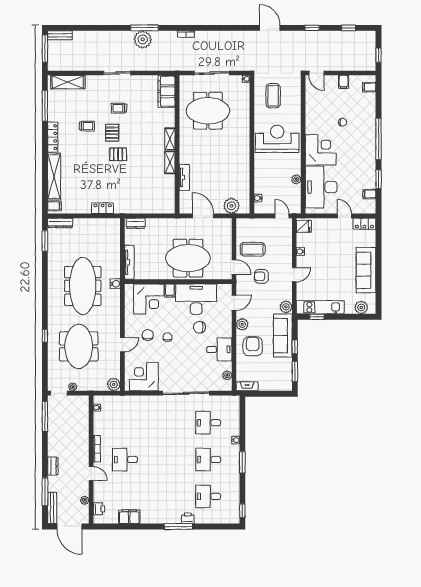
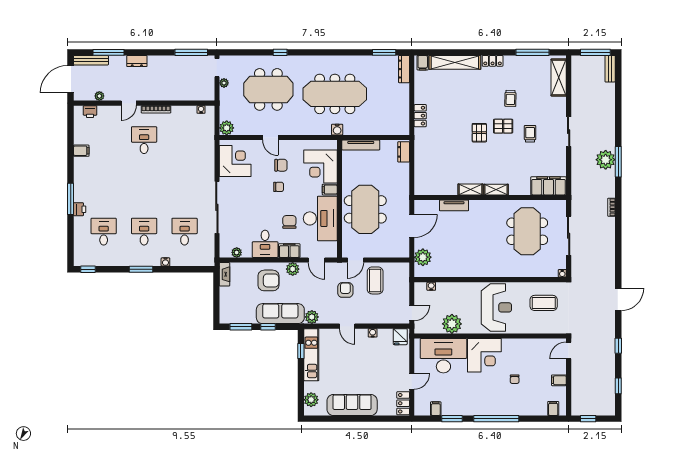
locker: (53, 137) -> (493, 61), width x0.66
plant: (296, 179) -> (452, 324), width x1.87, depth x1.87
filing cabinet: (225, 327) -> (289, 251), added
filing cabinet: (129, 517) -> (81, 151), width x0.50

